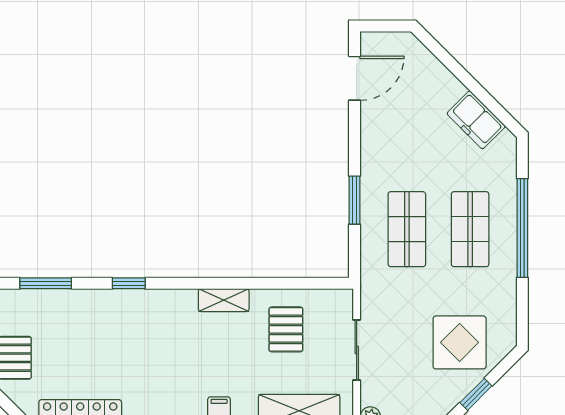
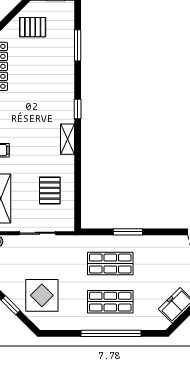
window: (129, 283) -> (78, 109), moved
shelving: (224, 300) -> (67, 139), moved
pallet: (286, 329) -> (50, 191), turned 90

